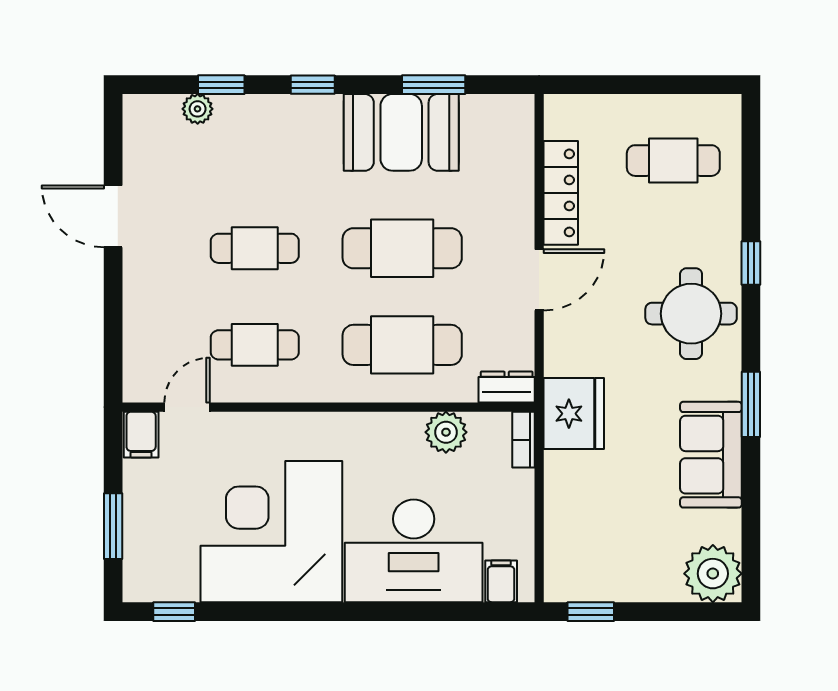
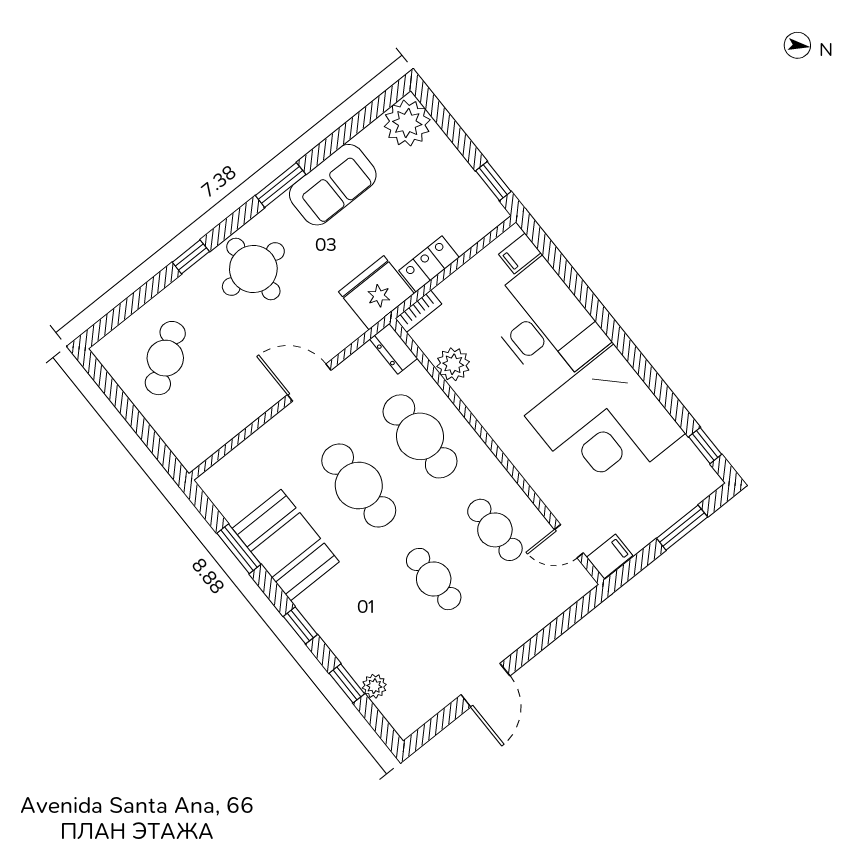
cafe table: (673, 161) -> (165, 358), turned 55
locker: (561, 193) -> (429, 264), moved, width x0.66

